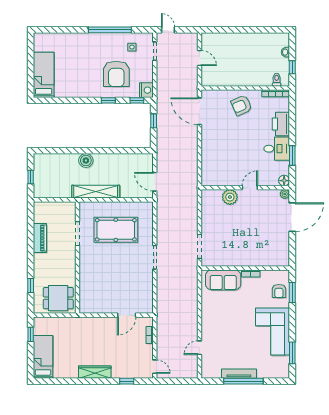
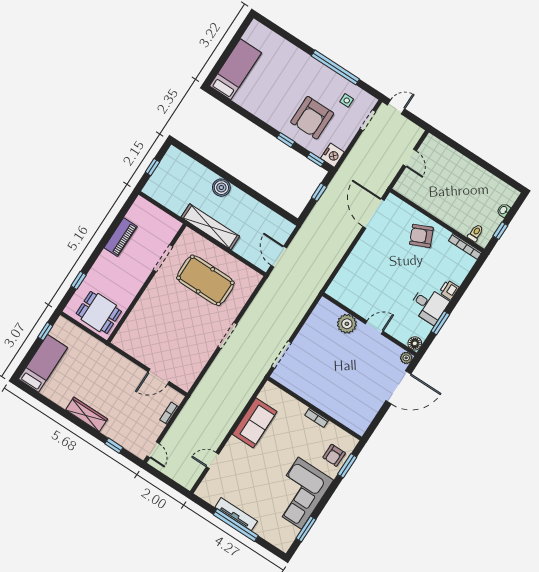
door: (168, 30) -> (396, 107), hinge flipped
printer: (281, 124) -> (449, 290), width x0.53, depth x0.68
sofa: (223, 280) -> (255, 423), moved, turned -90

